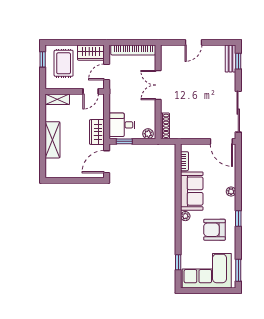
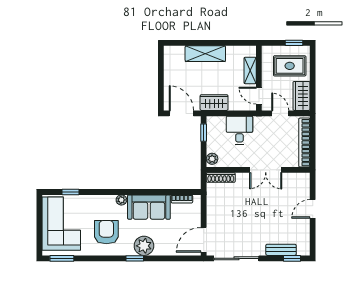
door: (193, 42) -> (313, 209), hinge flipped
bench: (231, 59) -> (281, 250), moved
double door: (158, 85) -> (266, 170), swing flipped
shelving: (57, 99) -> (250, 70), moved
desk: (122, 125) -> (239, 130), moved
plant: (231, 191) -> (144, 246), width x1.88, depth x1.88
window: (238, 218) -> (135, 258), moved

